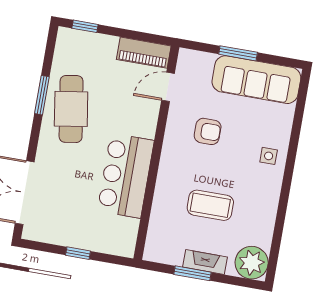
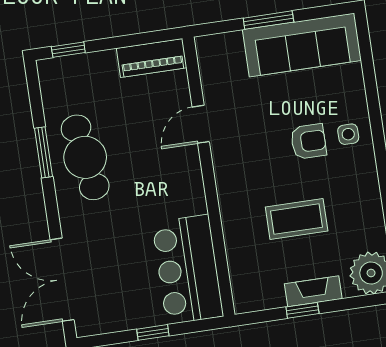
door: (168, 87) -> (201, 124), moved
armchair: (208, 131) -> (309, 141), moved
bar counter: (126, 176) -> (188, 269), moved
window: (192, 273) -> (302, 310), width x0.67

